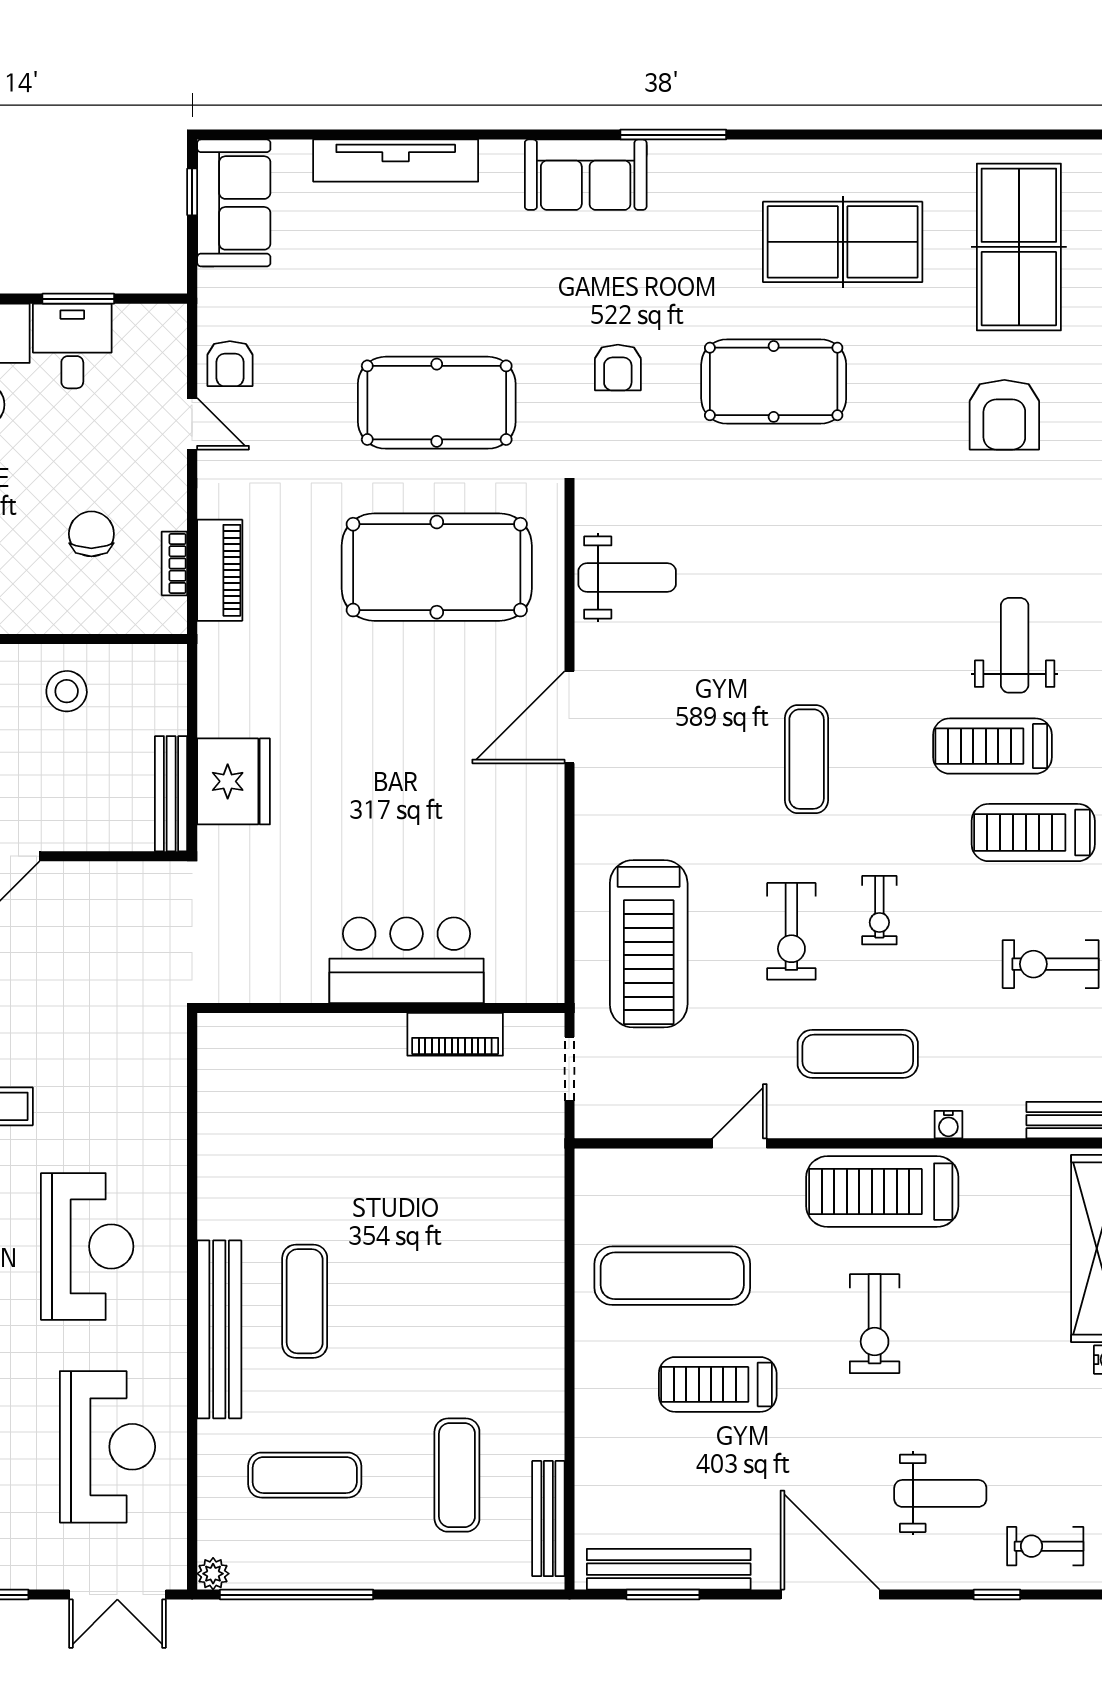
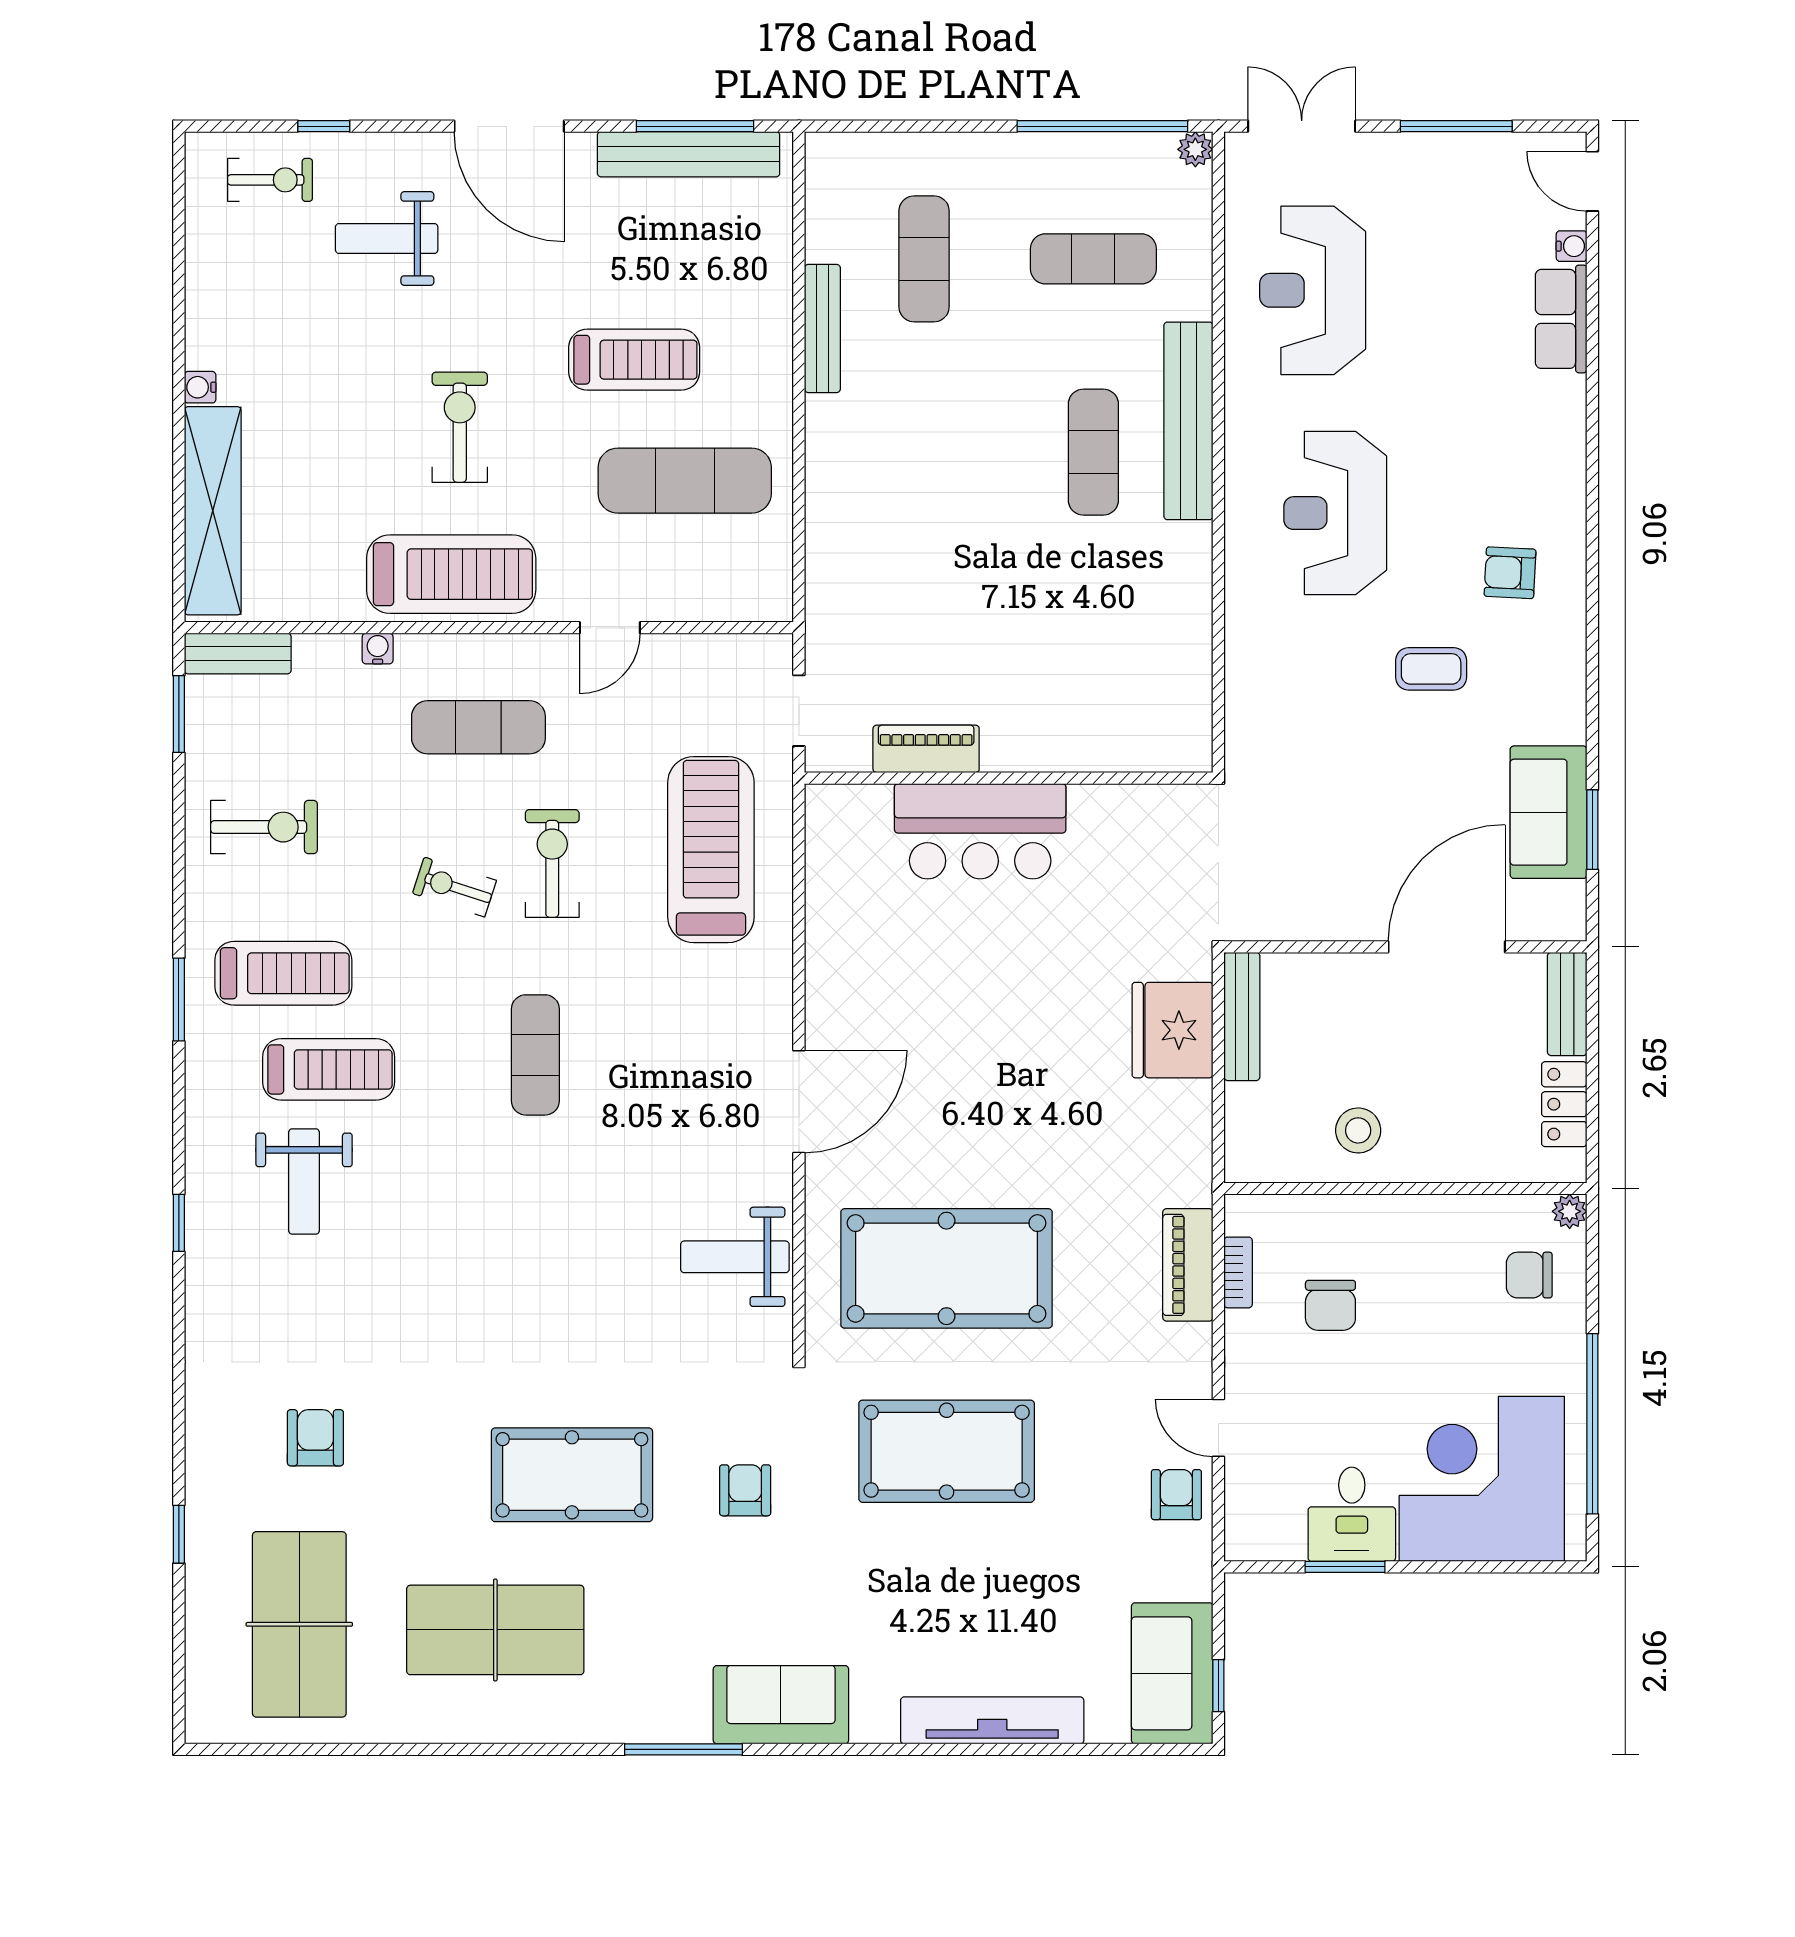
armchair: (1004, 415) -> (315, 1438), width x0.72, depth x0.72
exercise bike: (879, 910) -> (454, 887), turned -72
bench: (548, 1519) -> (822, 328), moved
window: (663, 1595) -> (695, 126), width x1.44

